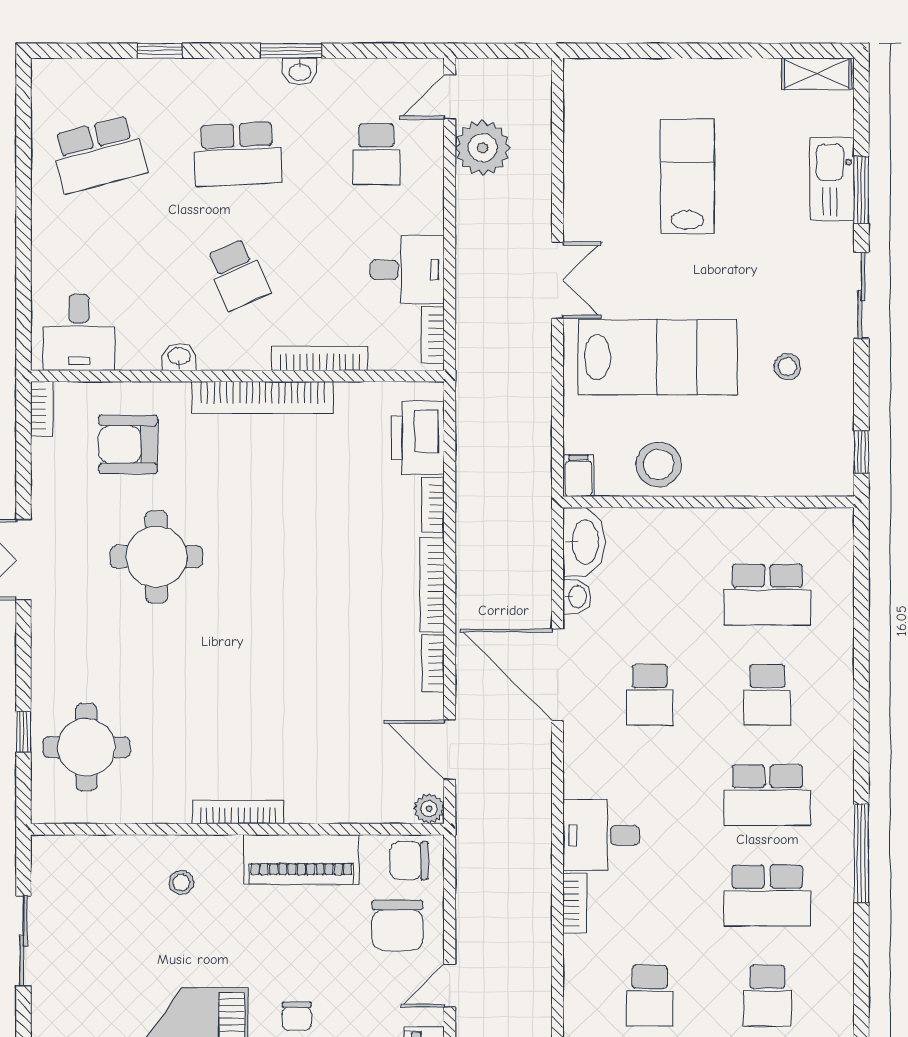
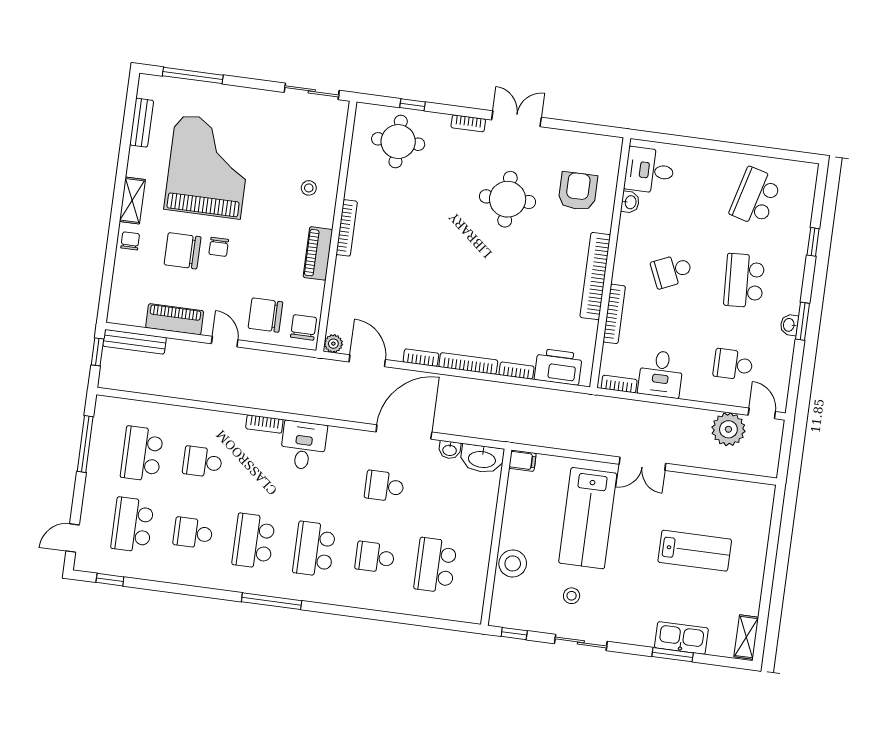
school desk: (99, 154) -> (755, 197), turned 30
sliding door: (861, 295) -> (581, 642), moved
washbasin: (179, 357) -> (630, 202), moved
bookcase: (42, 409) -> (468, 123), moved
stool: (659, 464) -> (513, 563), moved
door: (450, 750) -> (367, 361), hinge flipped
piano: (301, 860) -> (318, 253), width x0.73, depth x0.75
sliding door: (24, 941) -> (312, 91), moved
chair: (297, 1016) -> (219, 247), turned -90

